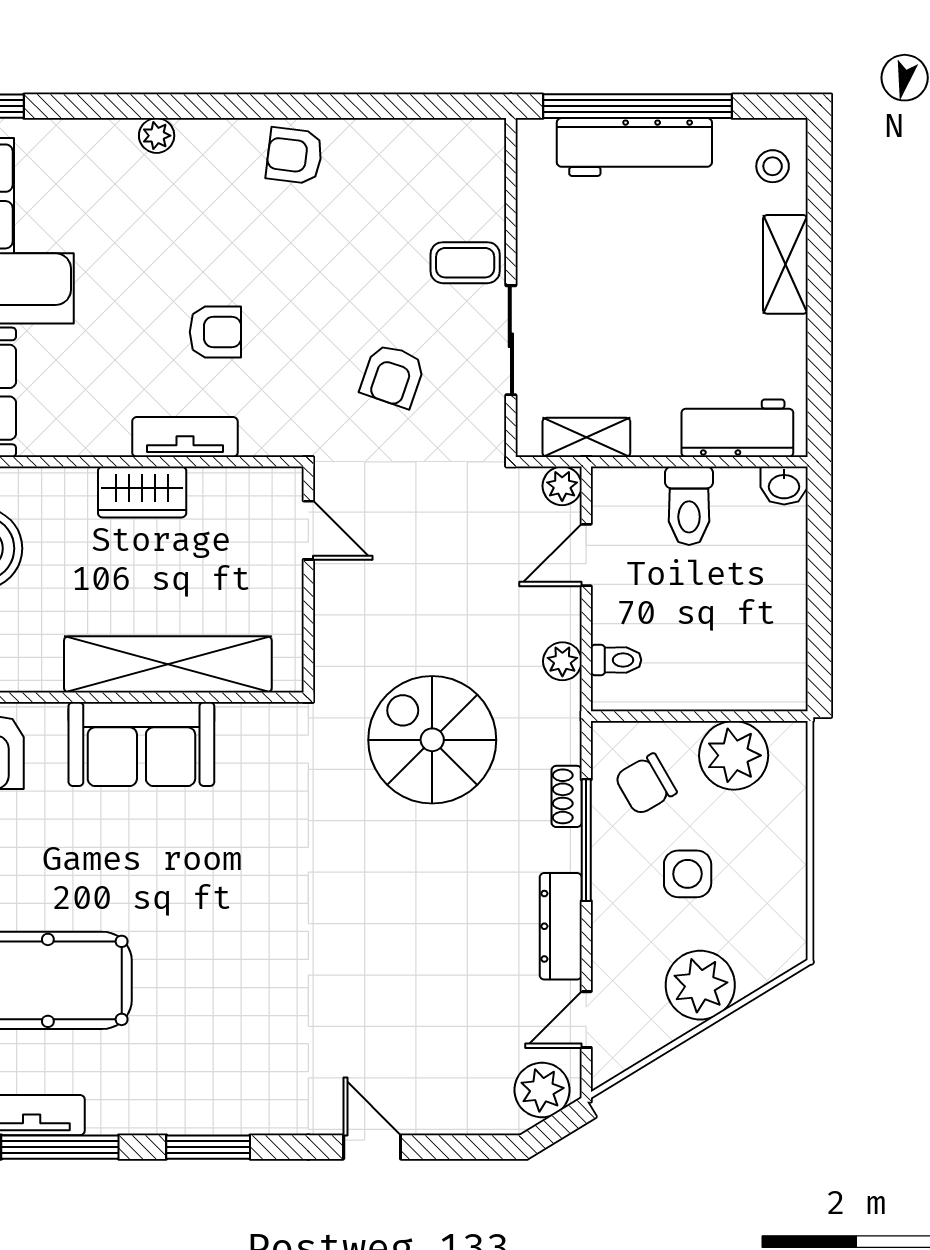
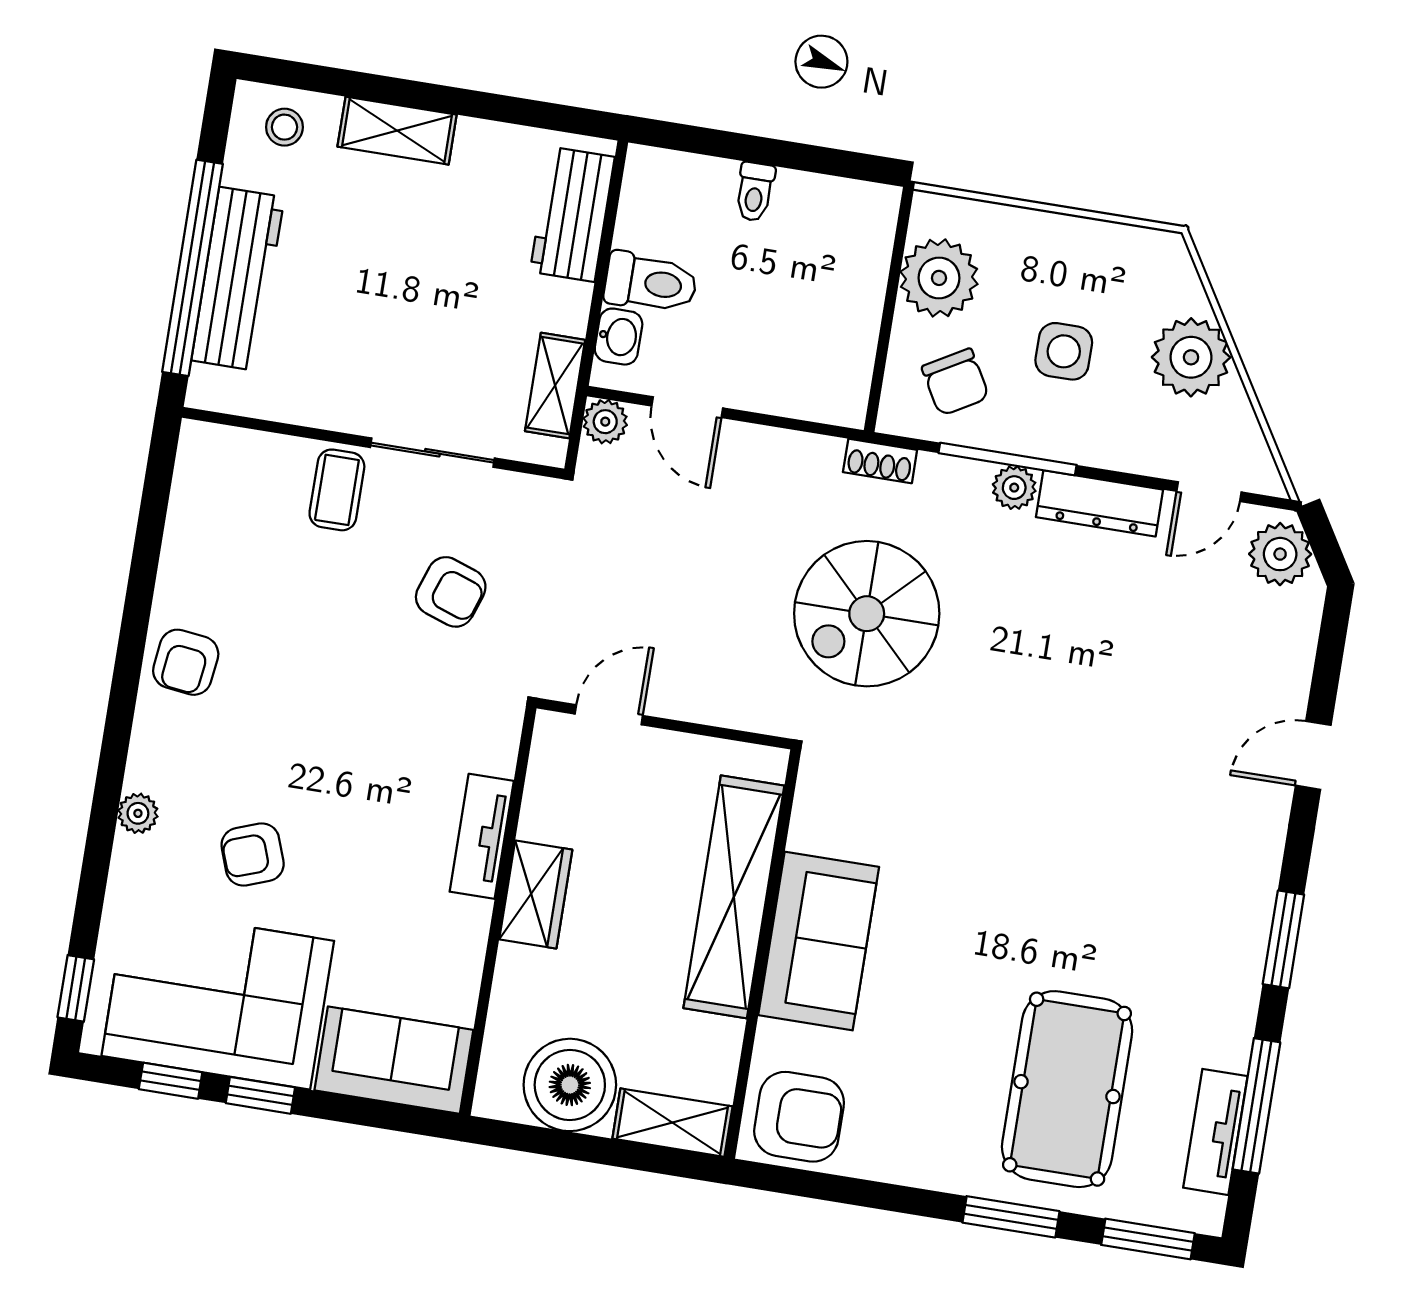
armchair: (215, 332) -> (253, 854), moved, turned -110
washbasin: (784, 486) -> (619, 337), moved
toilet: (616, 660) -> (755, 192), moved, turned 180
plant: (562, 661) -> (1014, 488), moved
shoe rack: (567, 796) -> (880, 461), moved
door: (586, 1020) -> (1209, 492), hinge flipped

